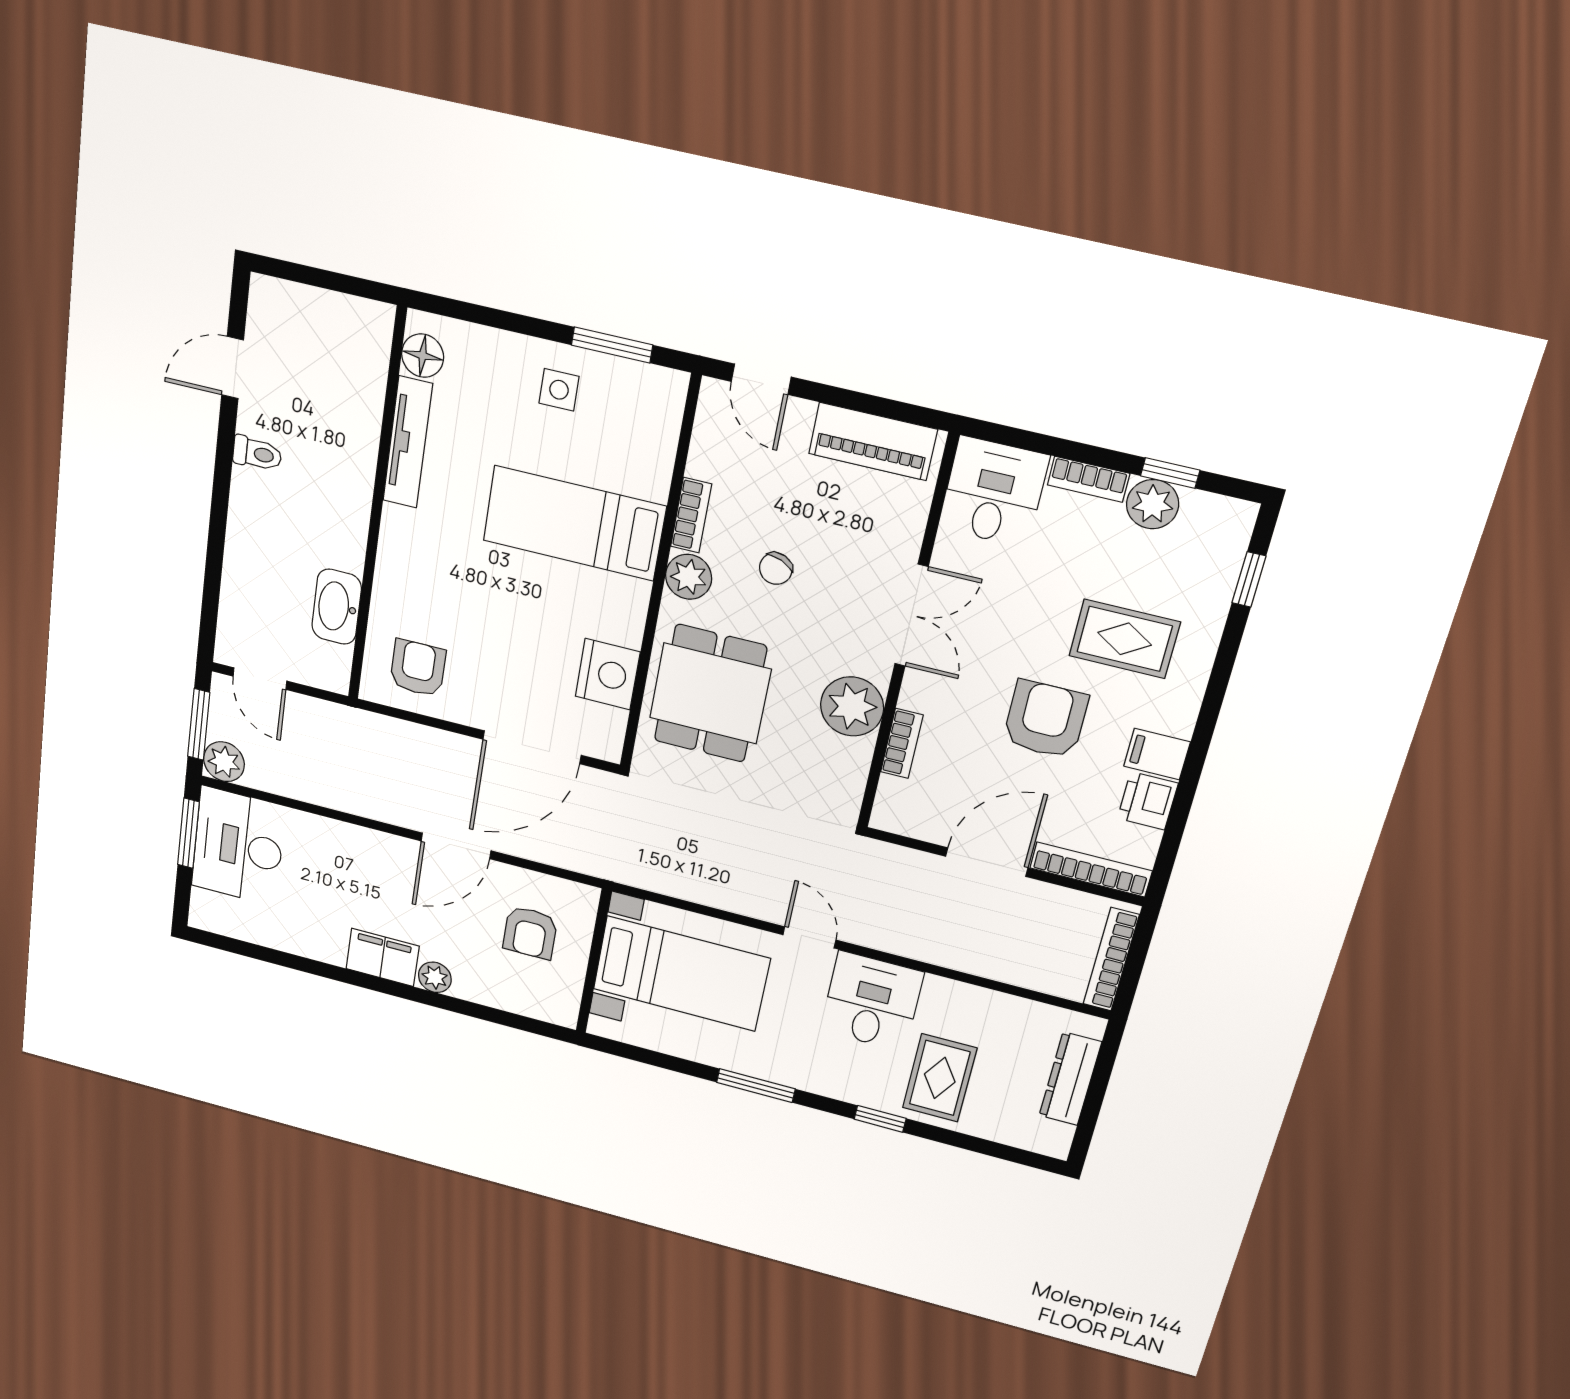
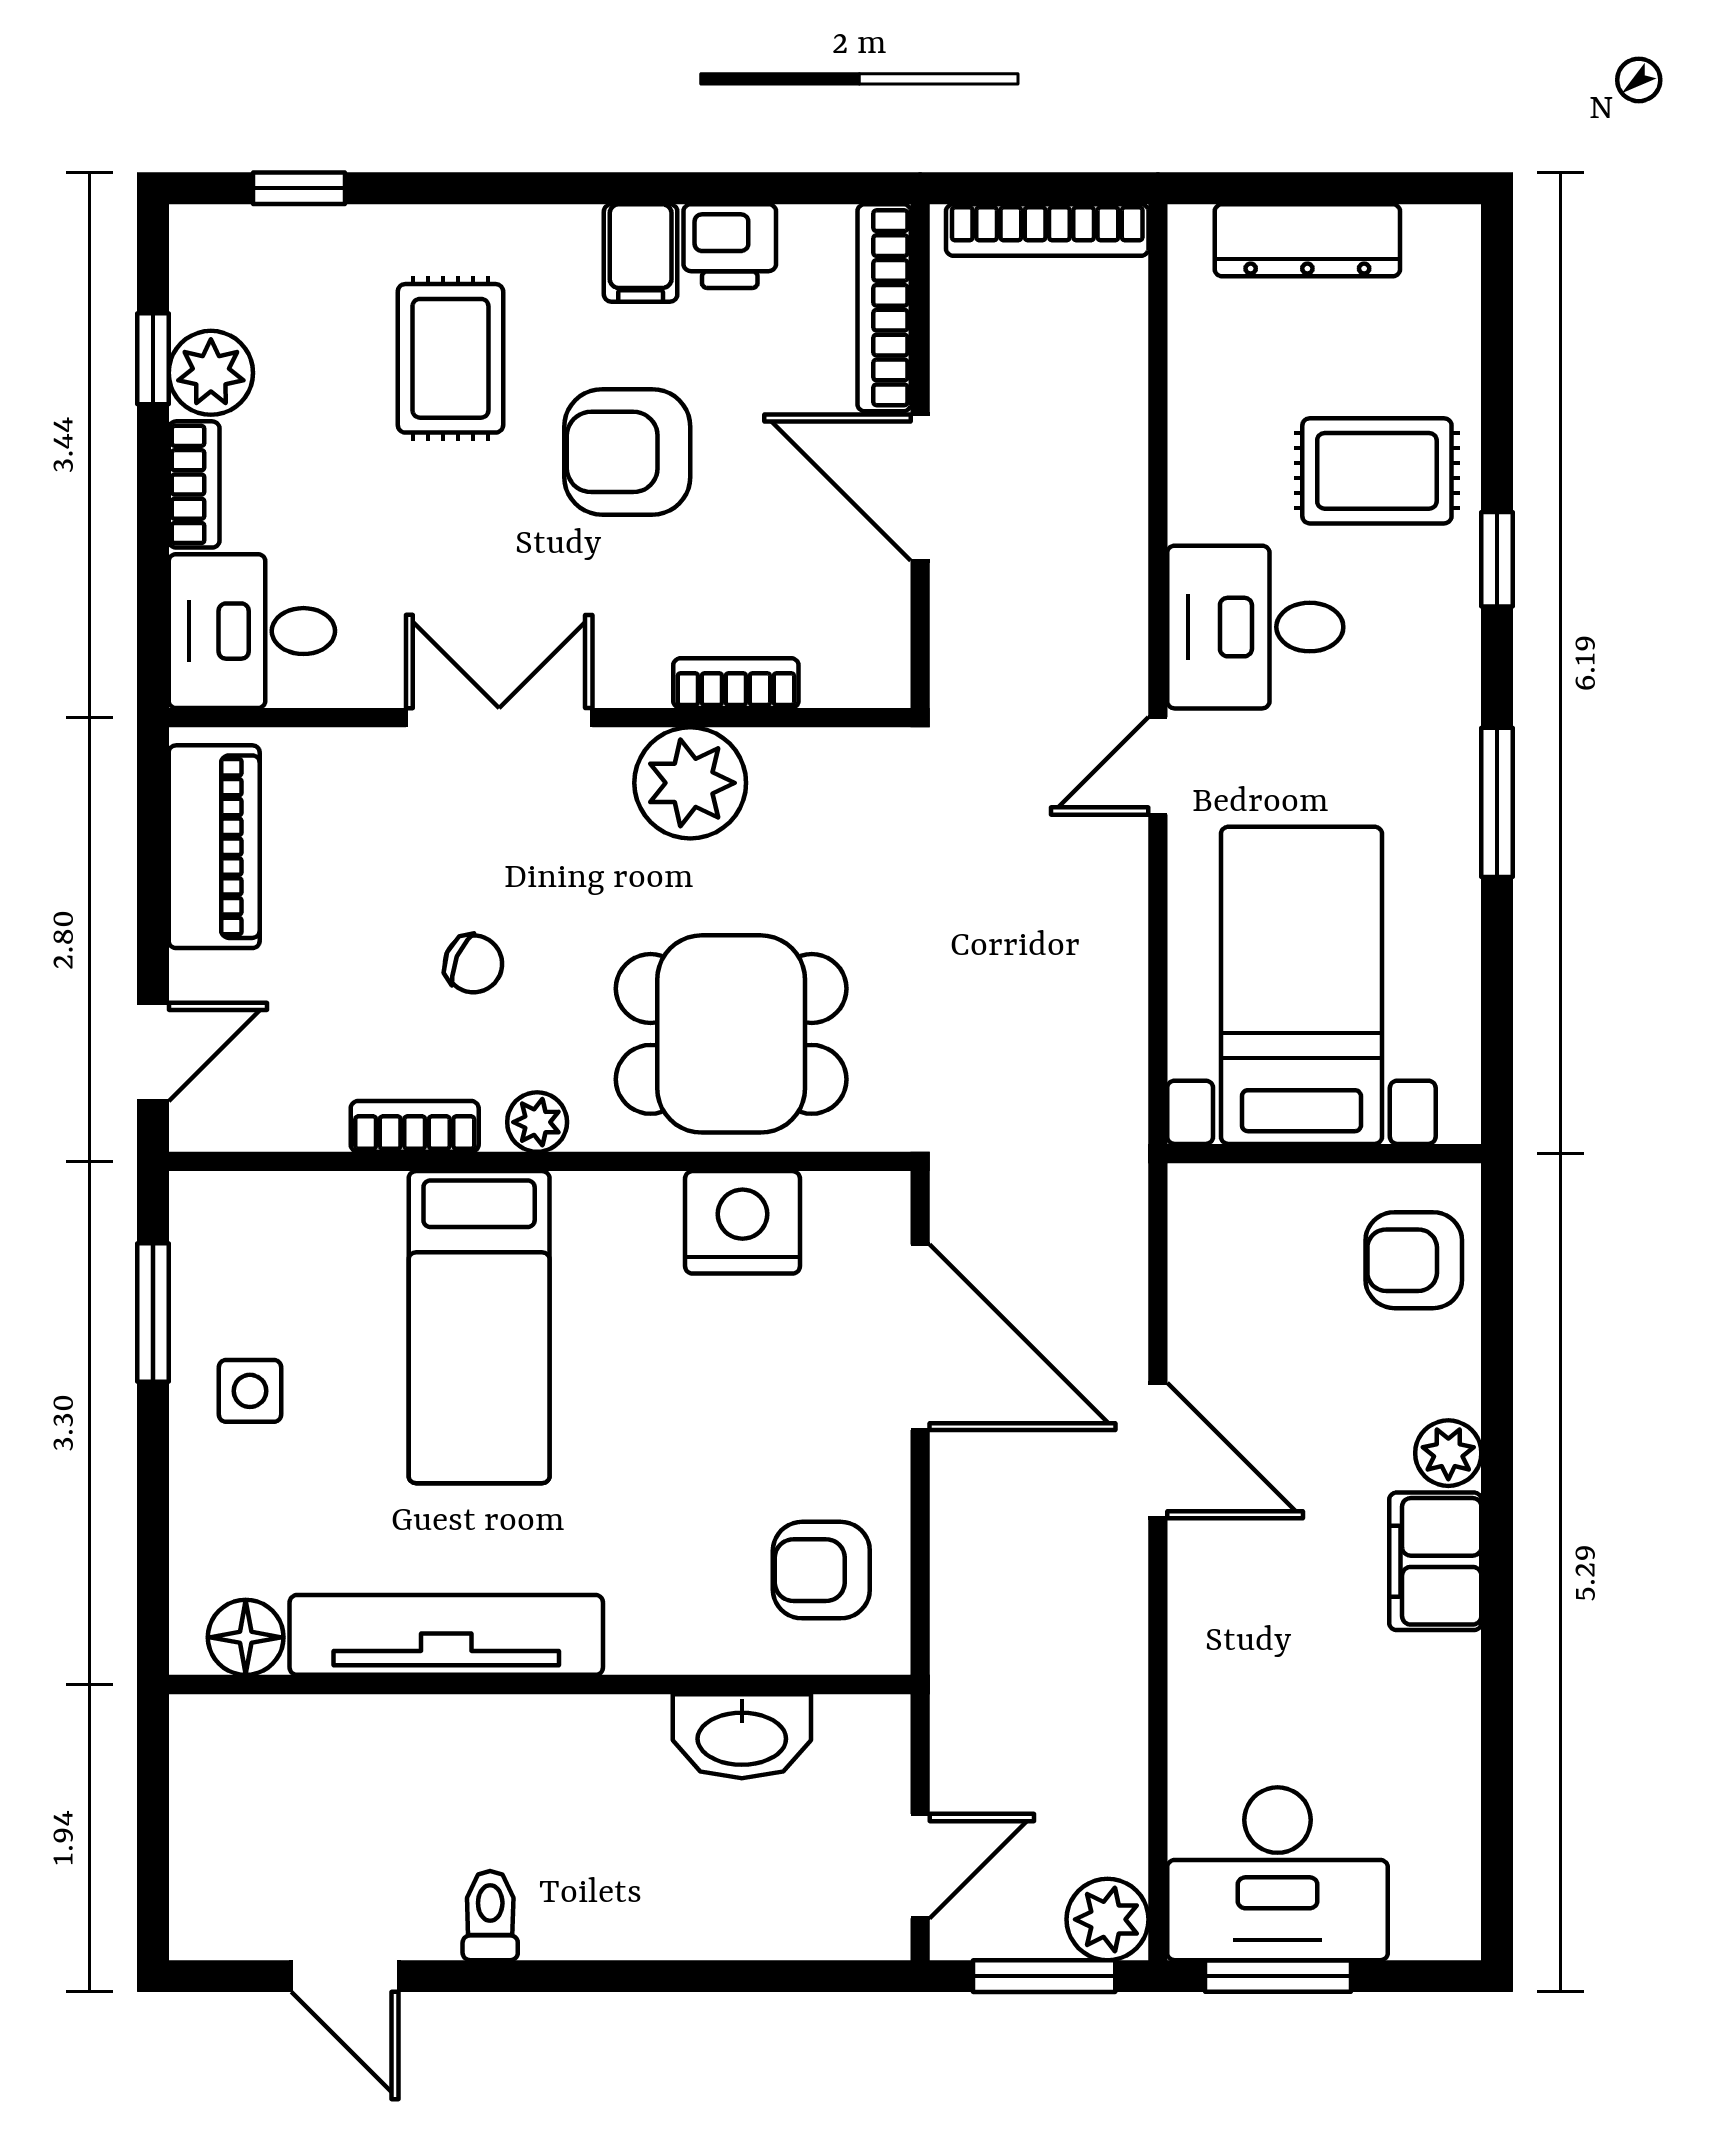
tv unit: (408, 442) -> (446, 1635), width x1.36, depth x1.29
plant: (689, 577) -> (537, 1122), width x0.73, depth x0.73
armchair: (530, 933) -> (1414, 1260), moved, turned 180

